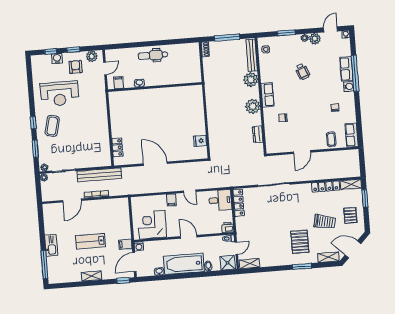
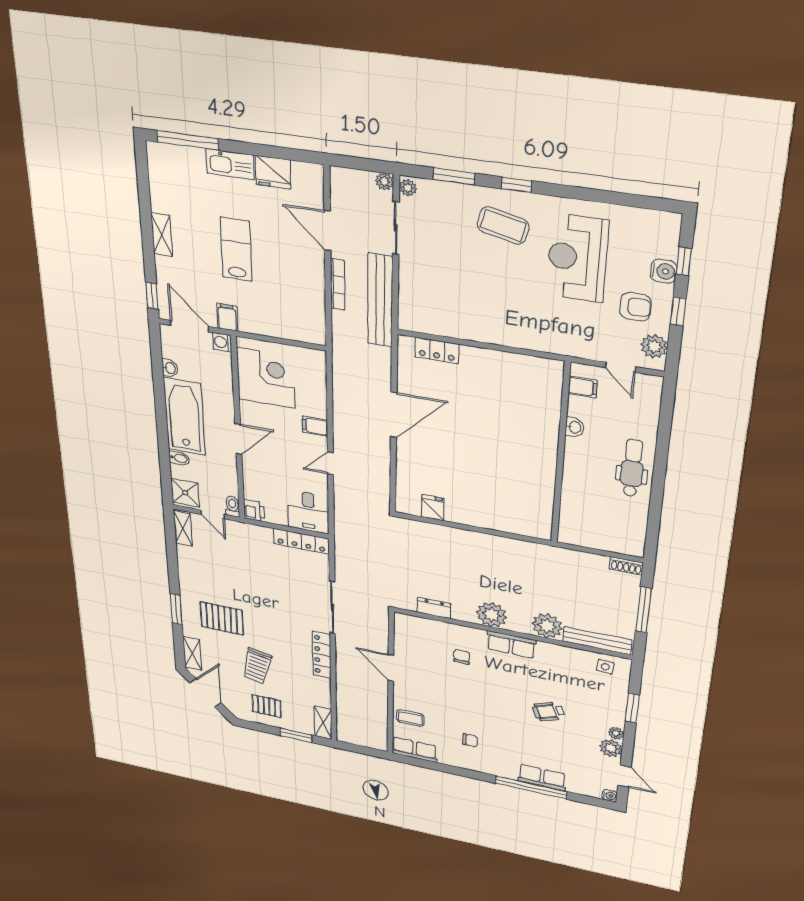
water cooler: (349, 87) -> (507, 771), removed
locker: (326, 186) -> (322, 655), moved
fridge: (51, 226) -> (273, 172), added

